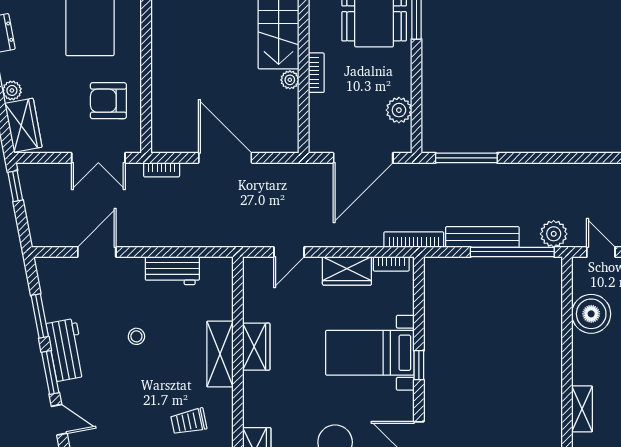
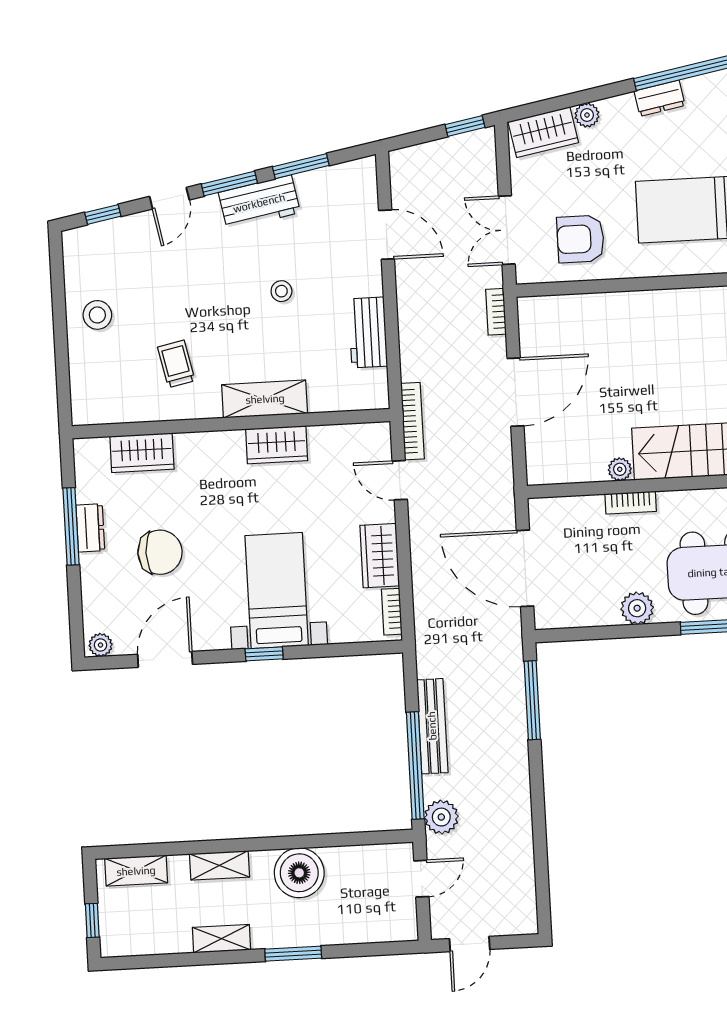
armchair: (108, 101) -> (581, 239), turned -90
plant: (399, 110) -> (637, 608), moved
bookcase: (414, 240) -> (412, 421), moved
boiler: (591, 314) -> (299, 873), moved

